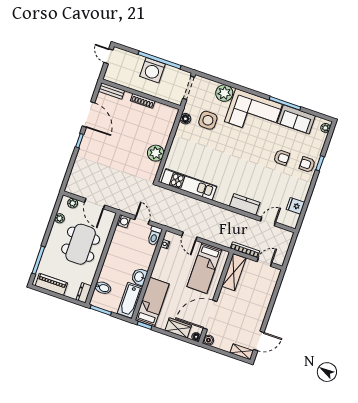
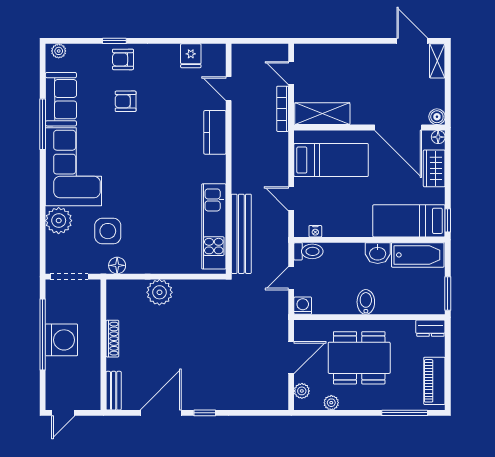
plant: (156, 153) -> (159, 292), moved
armchair: (282, 158) -> (126, 101), turned -90
armchair: (307, 165) -> (123, 59), turned 90
bench: (179, 199) -> (241, 234), added
door: (189, 236) -> (291, 199), swing flipped
bidet: (103, 288) -> (366, 302), moved

